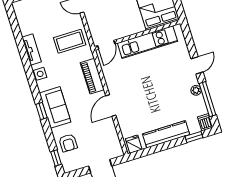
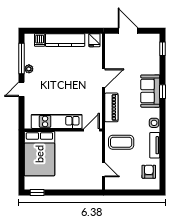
dishwasher: (205, 122) -> (40, 40), moved
window: (194, 137) -> (43, 31), removed
armchair: (68, 143) -> (149, 172), moved

